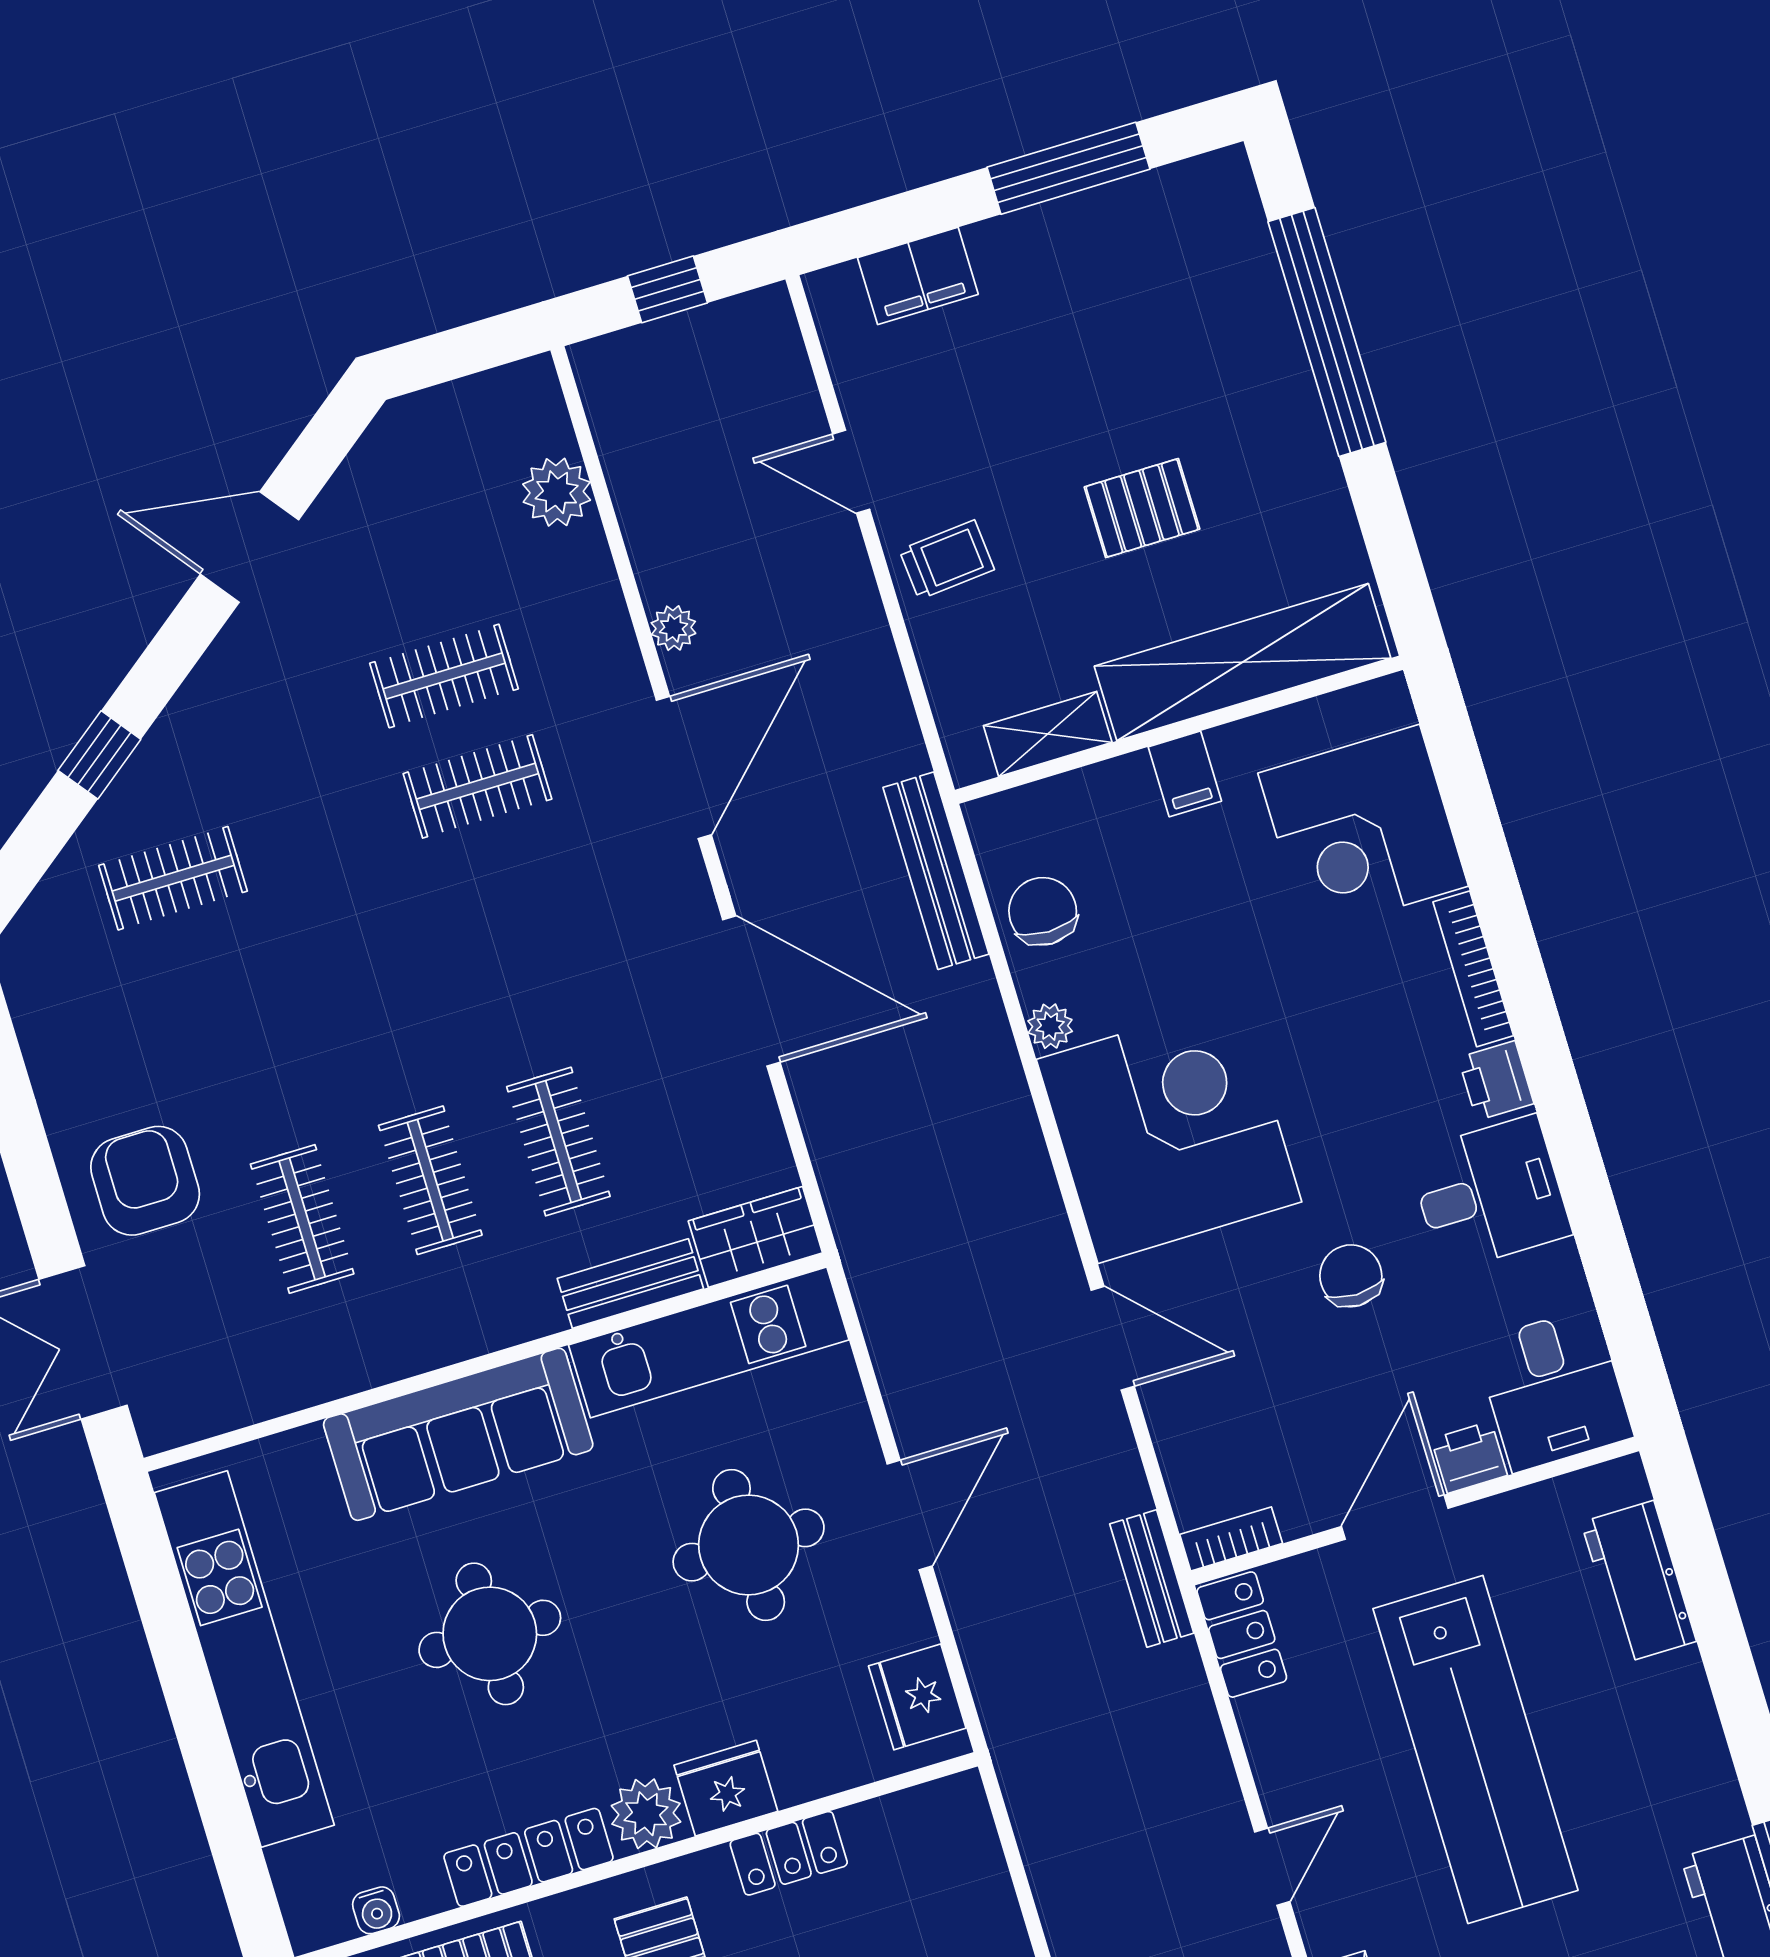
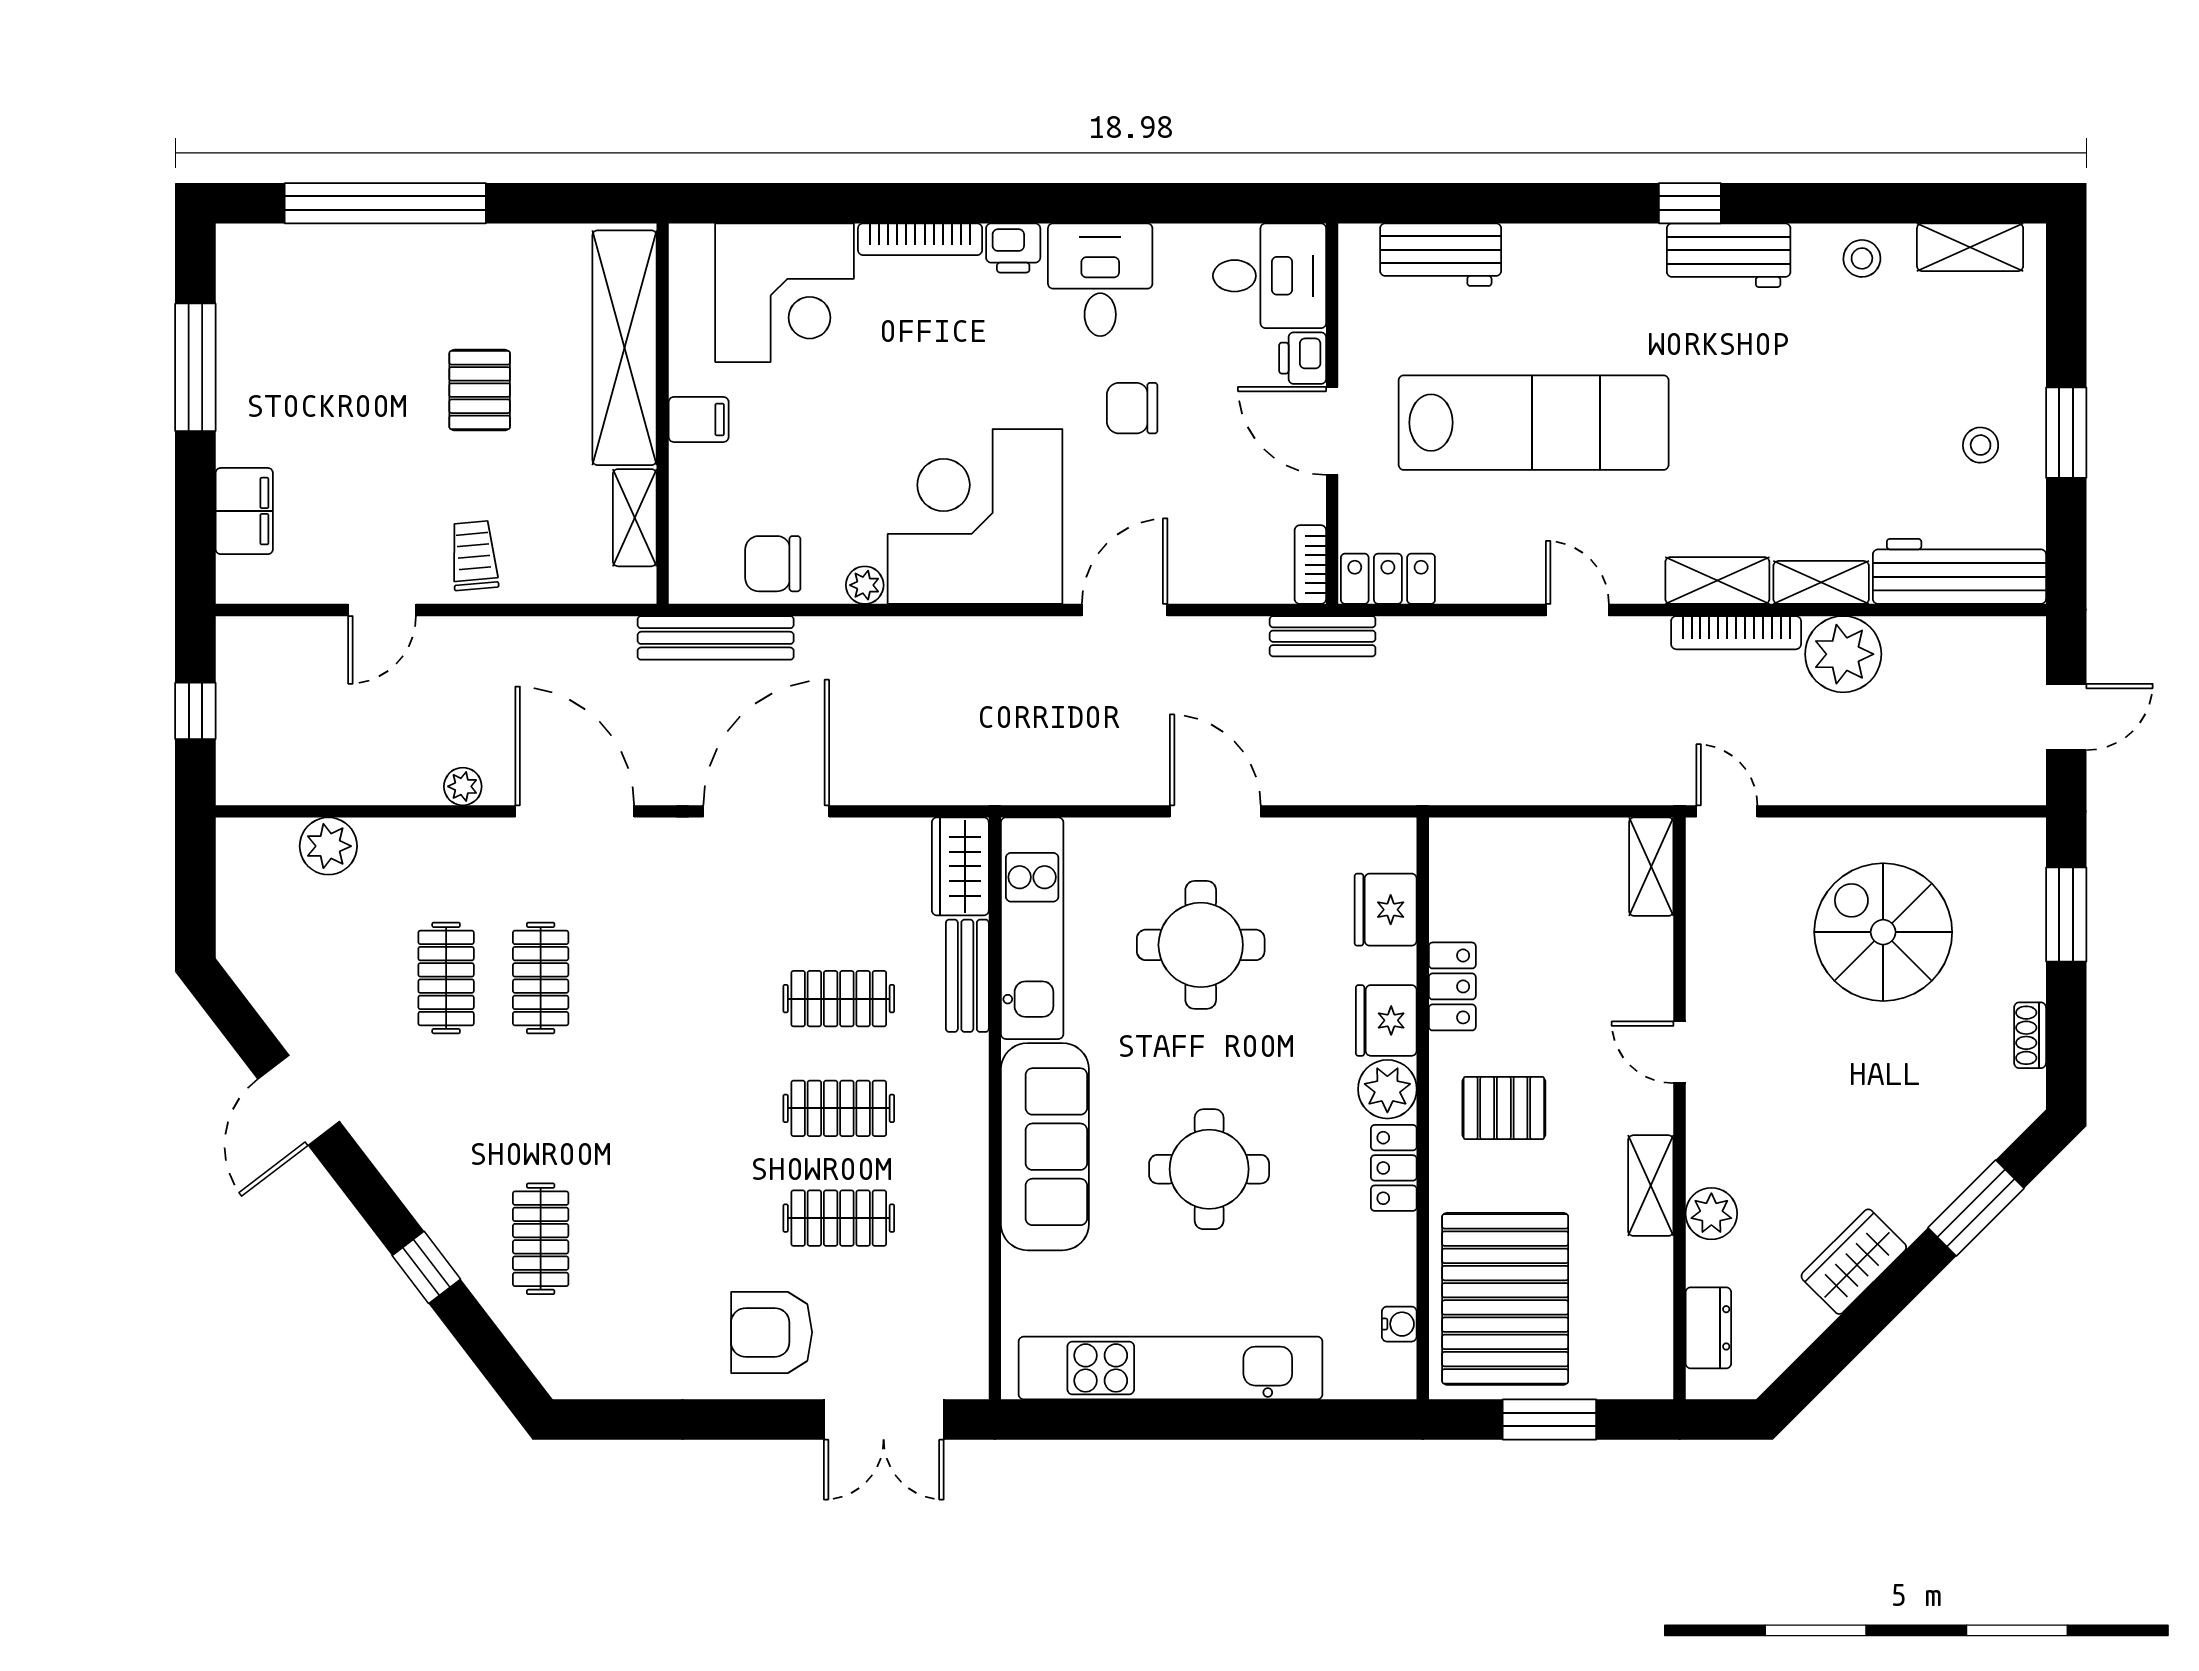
fridge: (917, 1697) -> (1386, 910), moved, turned 90
locker: (528, 1857) -> (1394, 1168), width x0.66

